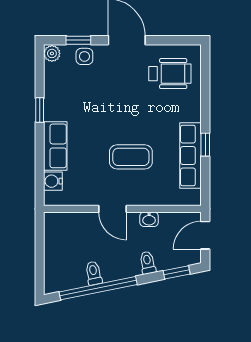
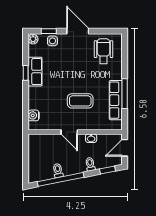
wheelchair: (170, 74) -> (103, 51), turned -90
window: (205, 145) -> (125, 94), width x2.17
row of seats: (55, 146) -> (35, 72), moved

